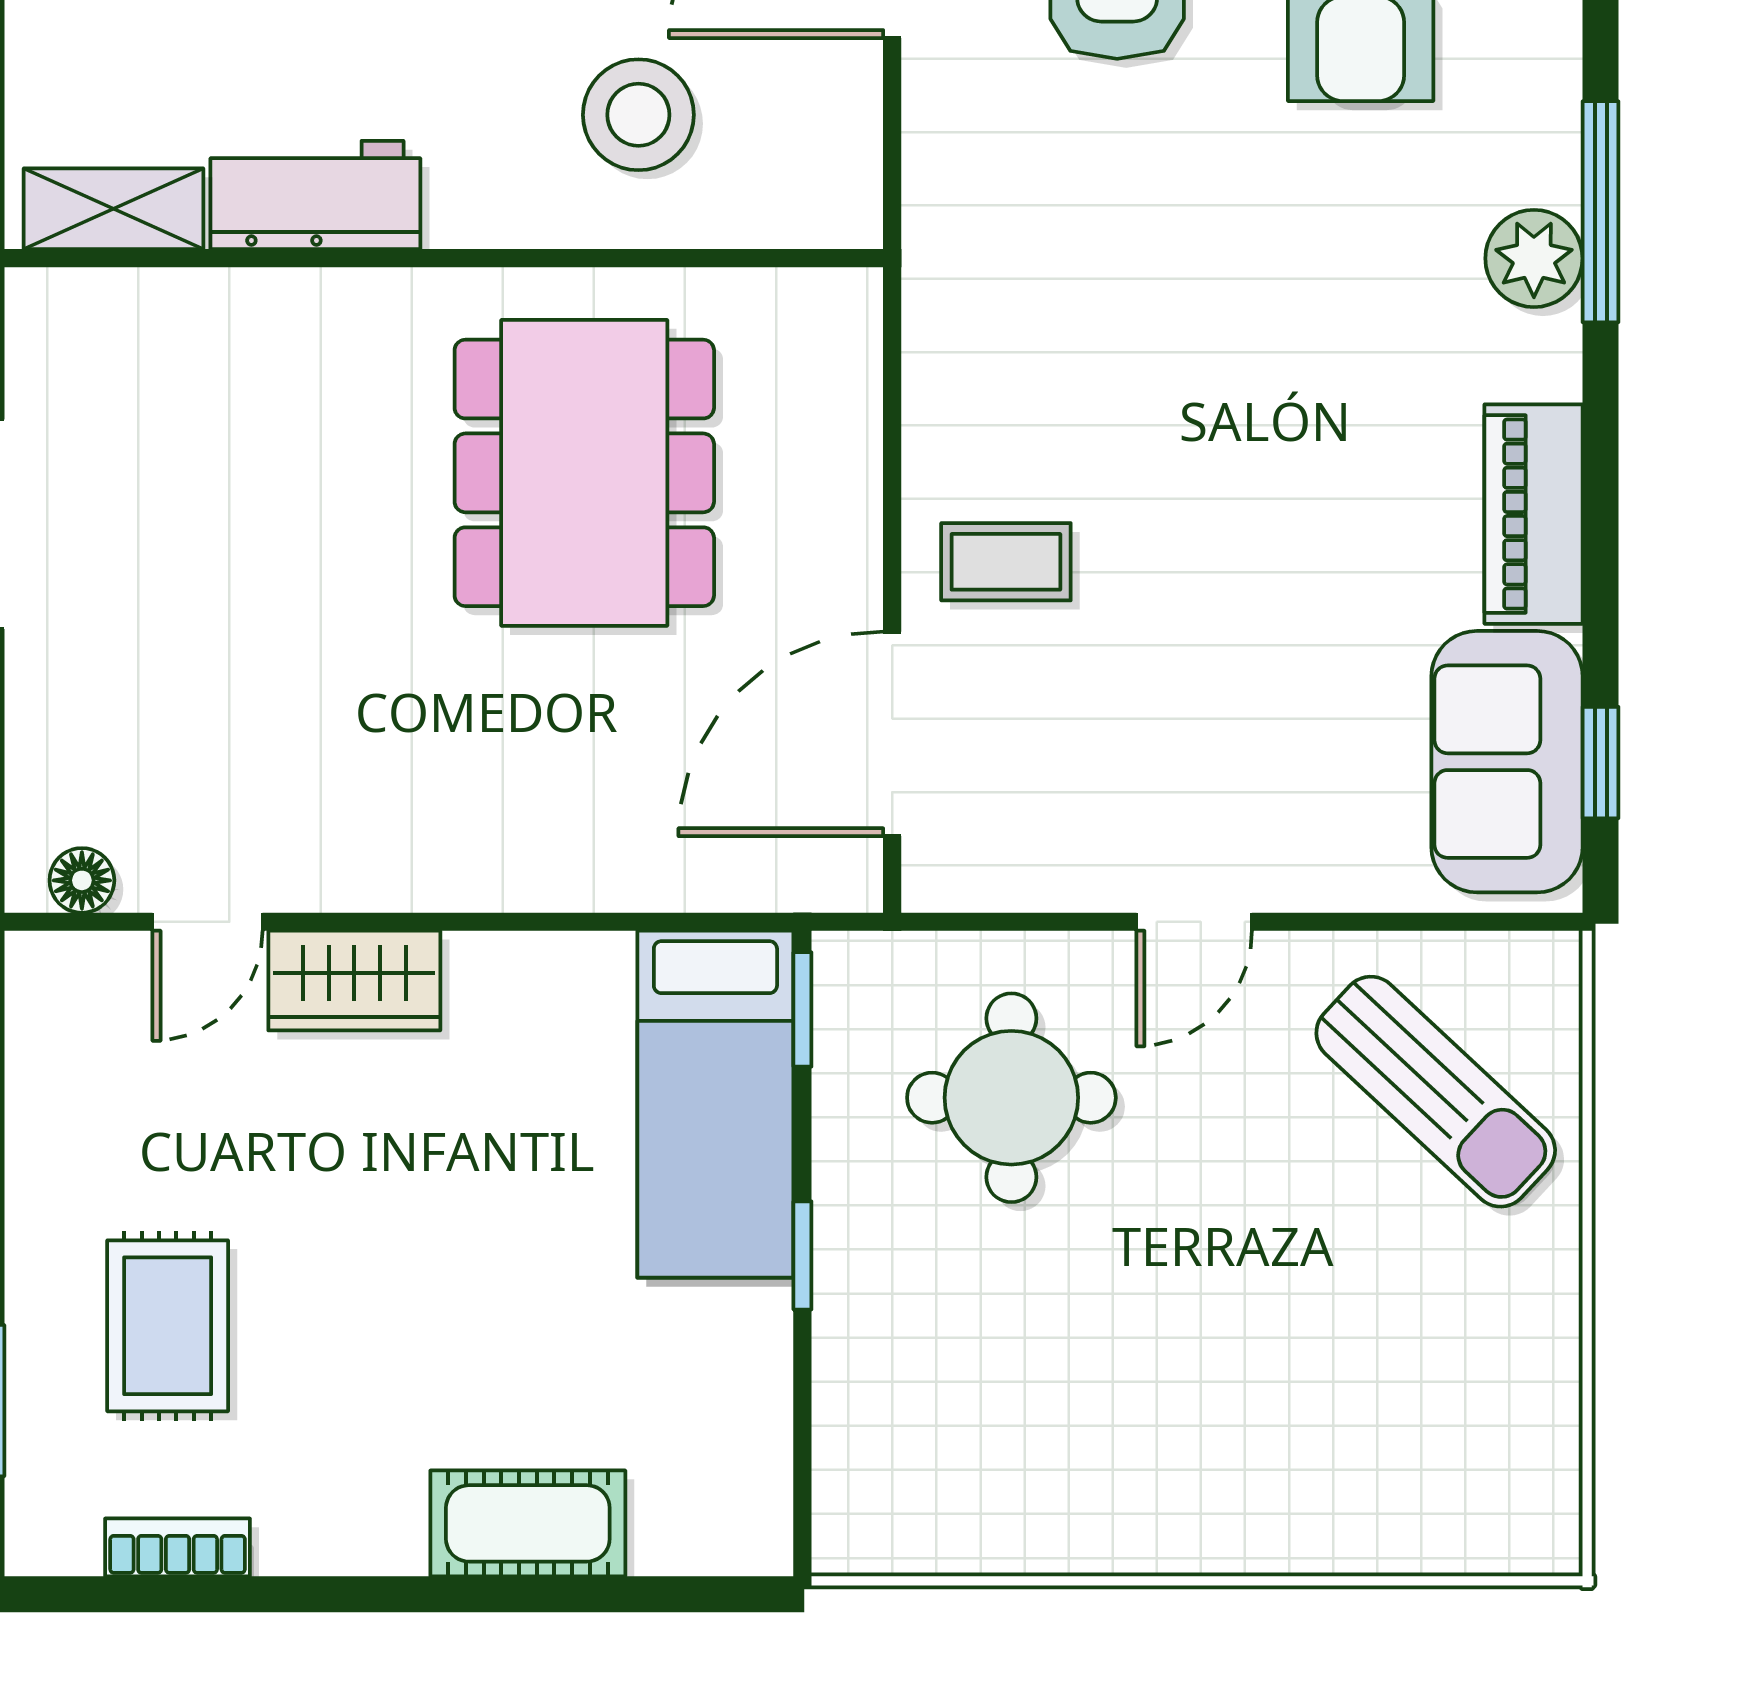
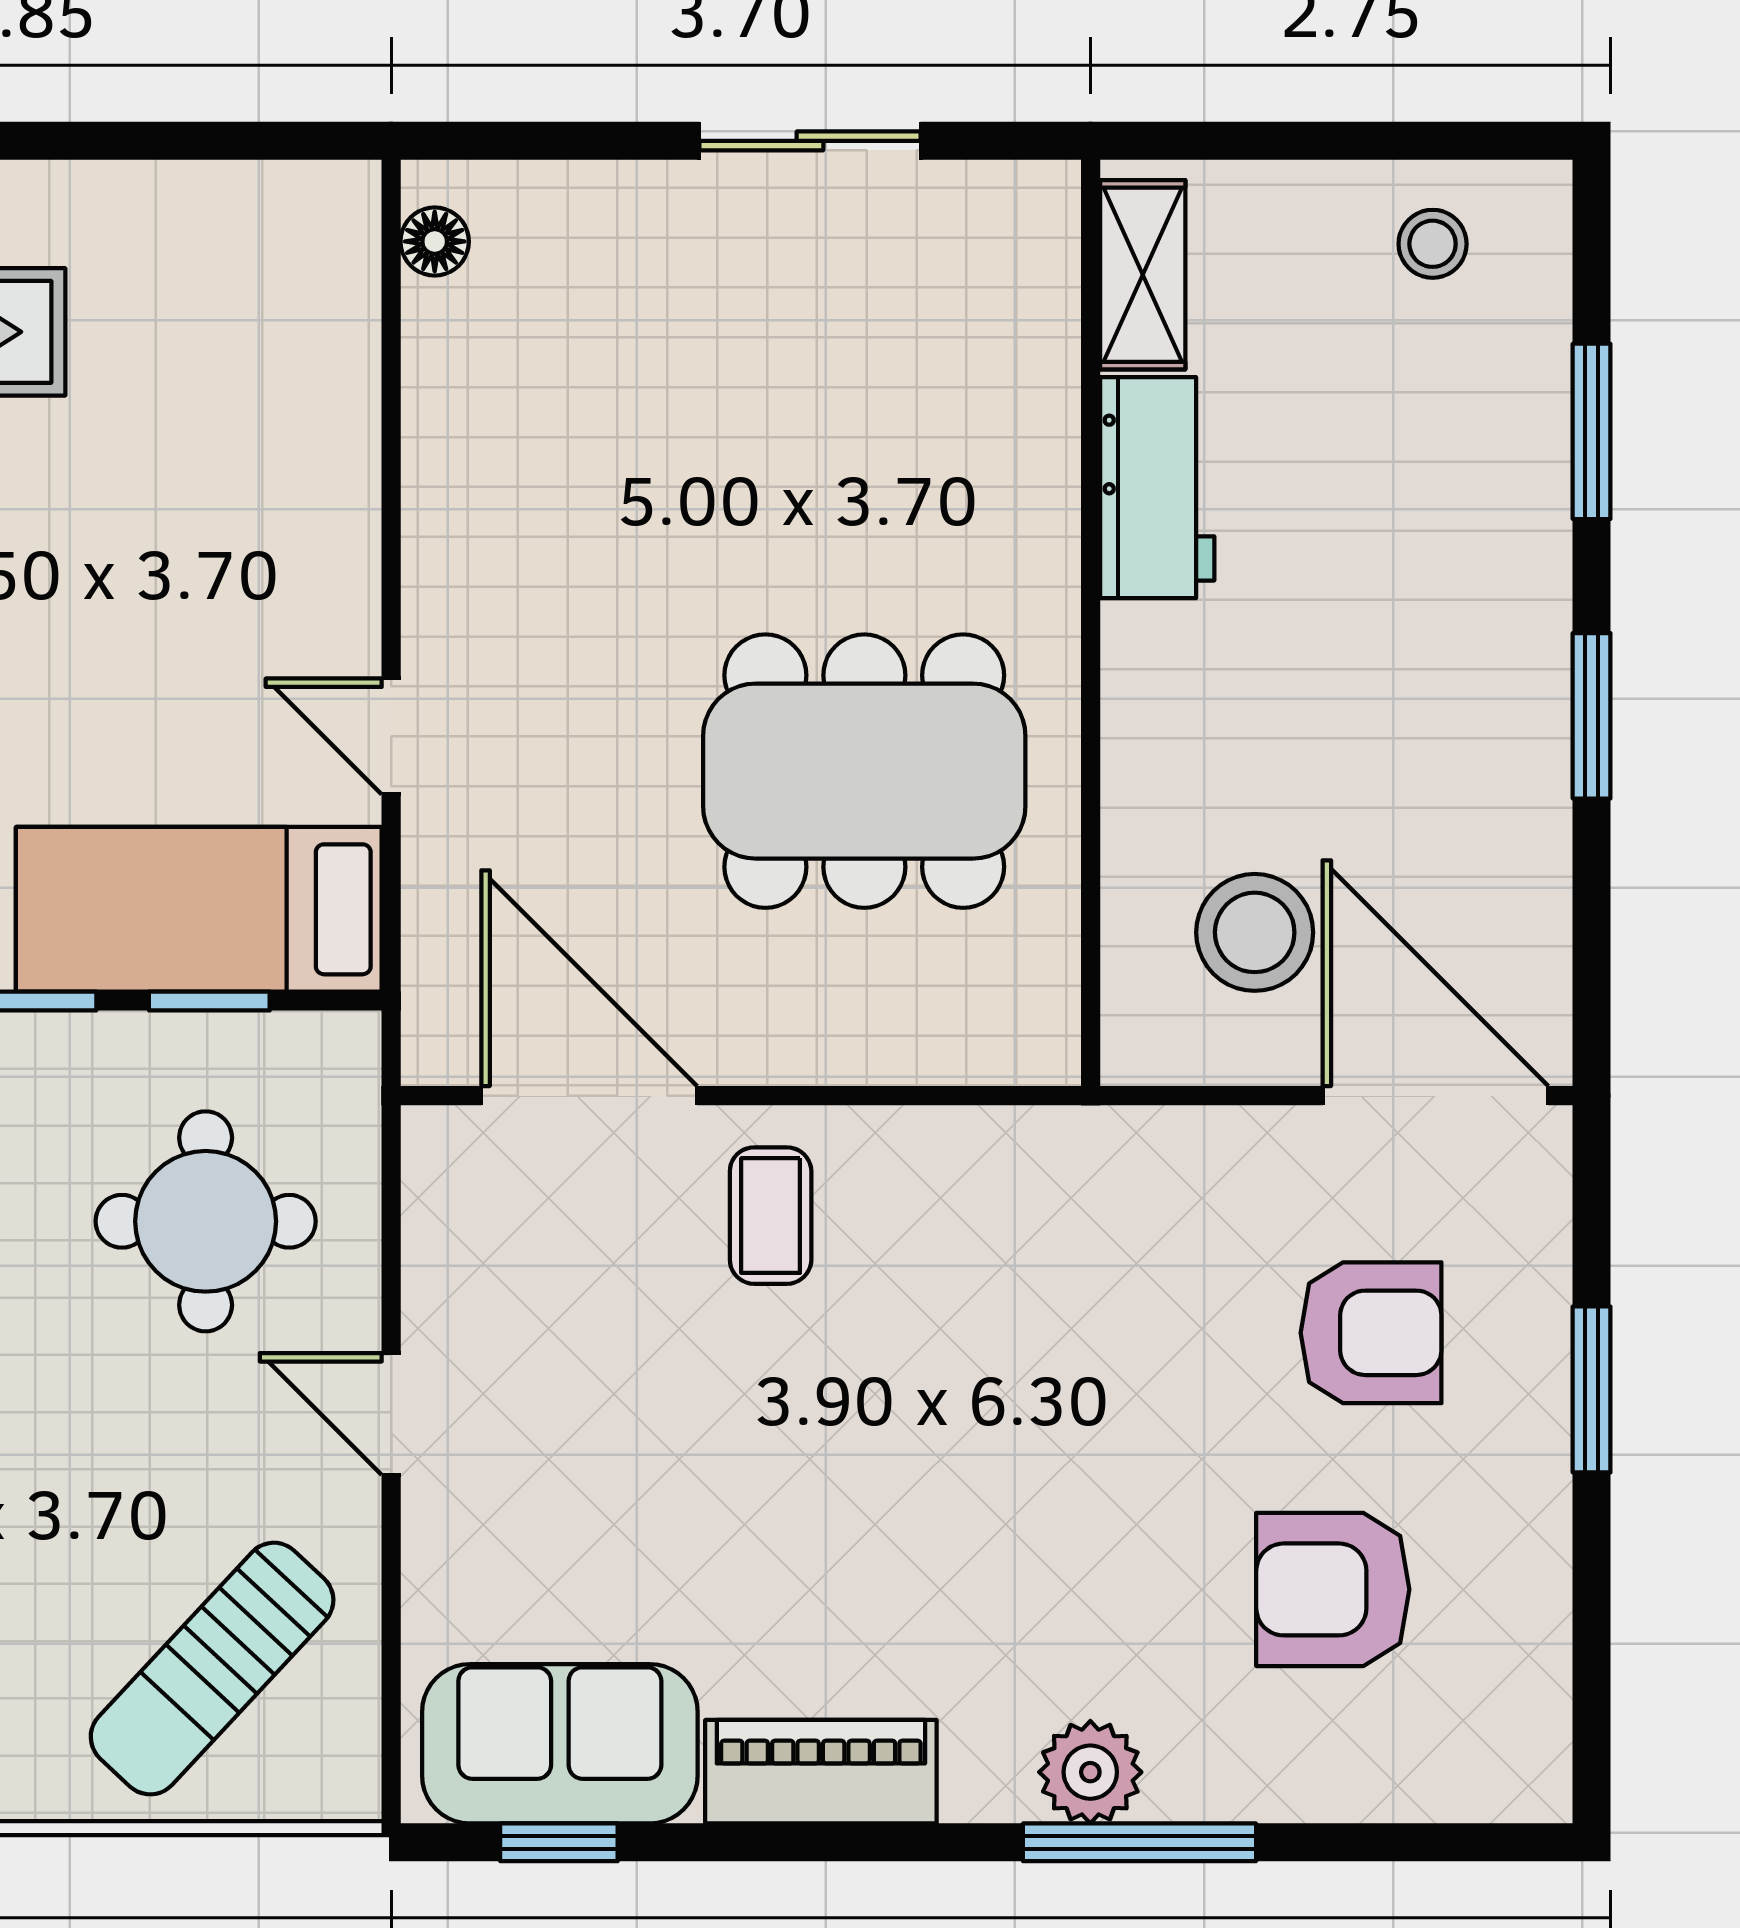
stool: (638, 115) -> (1255, 932), moved
door: (208, 922) -> (391, 736), moved
wardrobe: (354, 981) -> (329, 529), removed
window: (802, 1009) -> (209, 1001), moved

